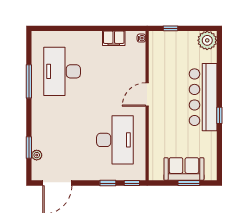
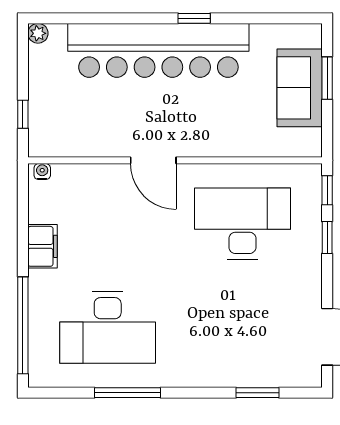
window: (63, 28) -> (23, 325), added
filing cabinet: (114, 38) -> (42, 246), moved
plant: (207, 40) -> (38, 33), width x0.53, depth x0.53
bar counter: (203, 97) -> (158, 50), width x1.36
plant: (37, 155) -> (272, 377), removed

